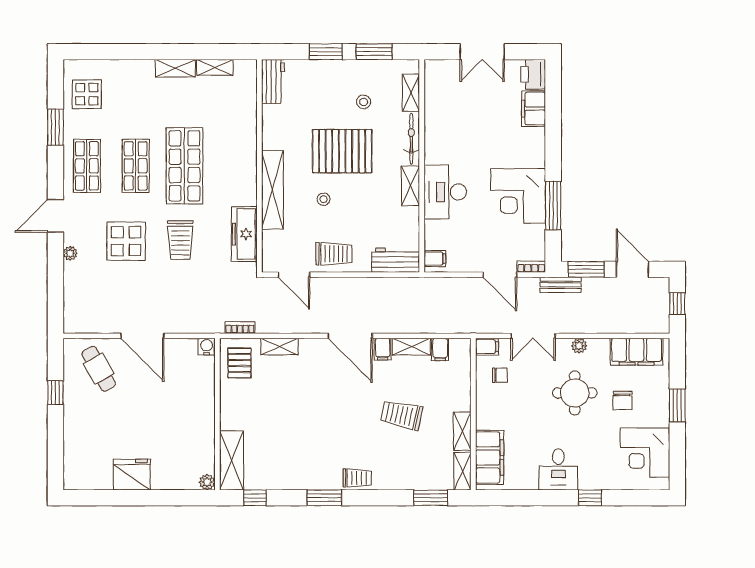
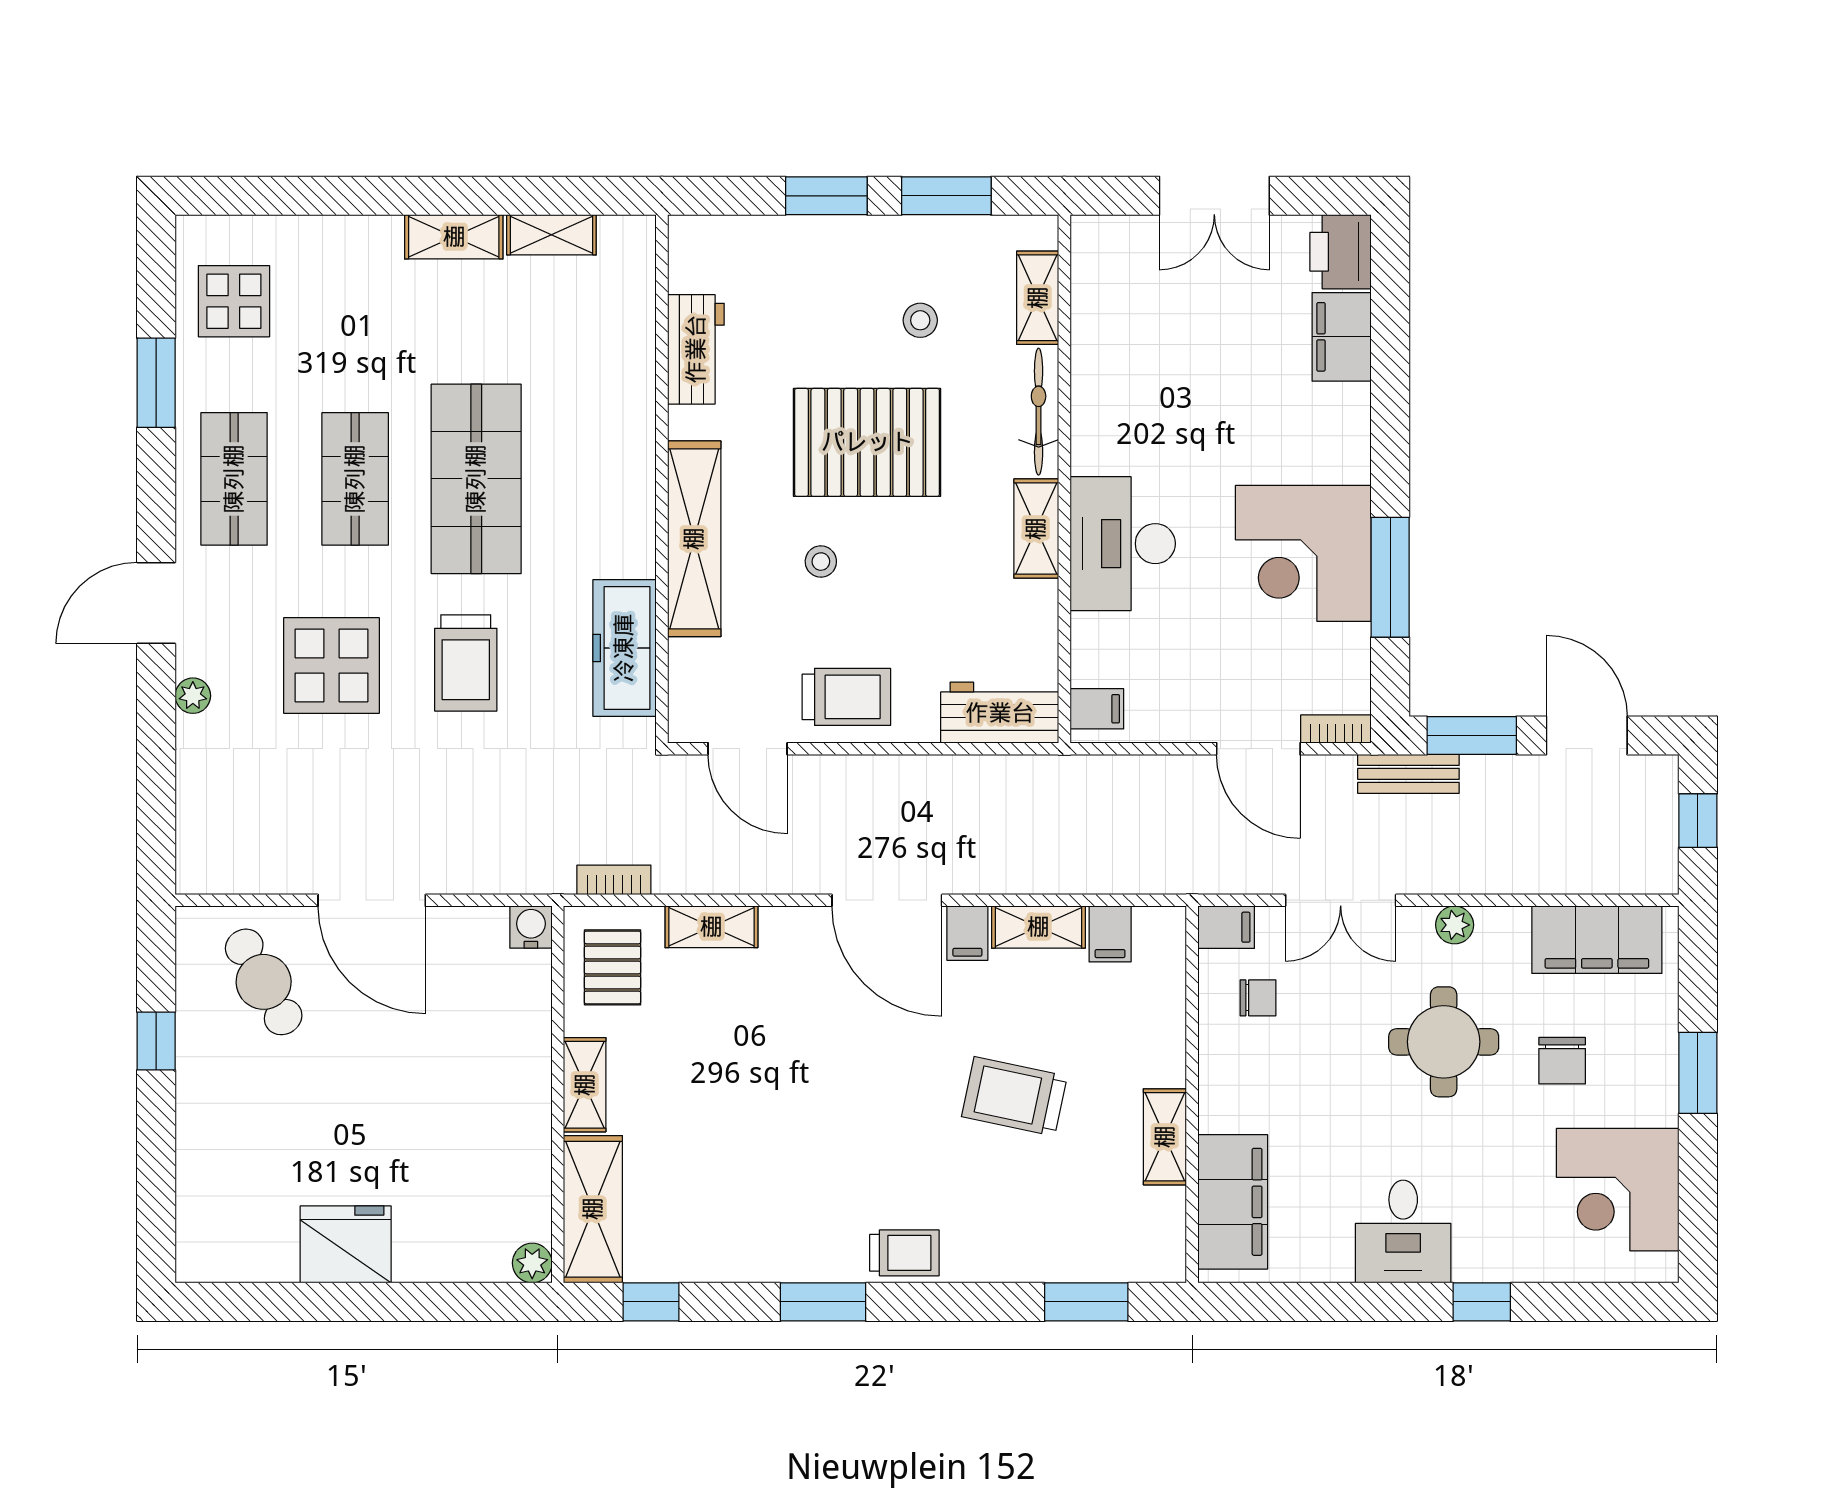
workbench: (273, 81) -> (696, 349), moved
shelving: (462, 471) -> (585, 1085), moved

